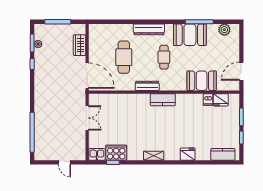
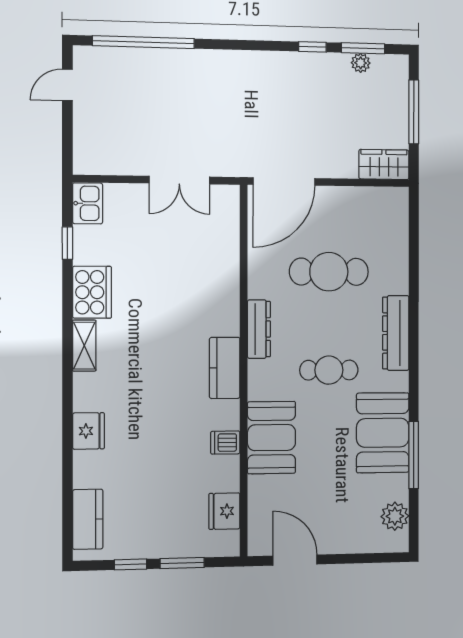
wardrobe: (80, 45) -> (384, 164), moved
booth: (202, 81) -> (272, 438), moved
dishwasher: (208, 99) -> (225, 443), moved
cooker: (116, 153) -> (92, 292), moved
door: (64, 162) -> (67, 85), moved

